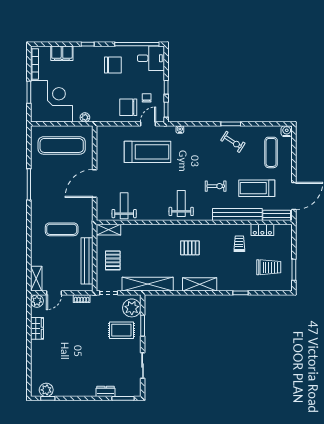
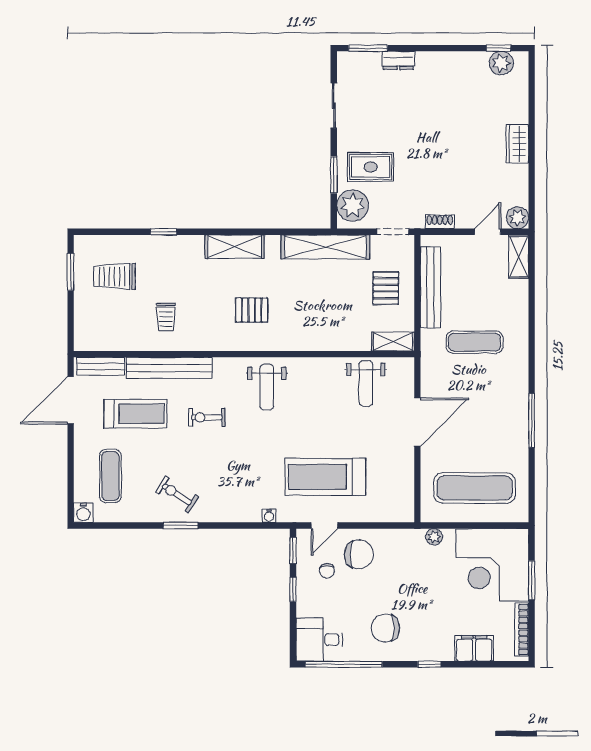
locker: (262, 230) -> (126, 341), removed
wardrobe: (37, 328) -> (517, 144), moved

